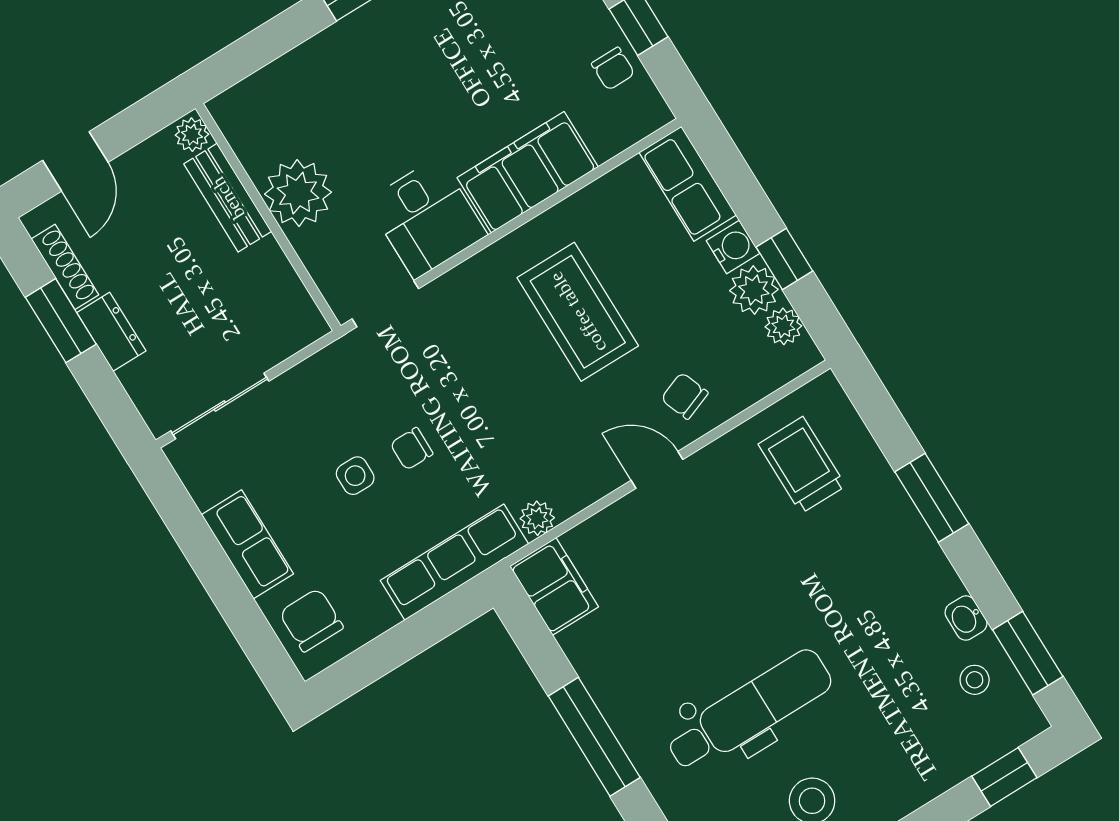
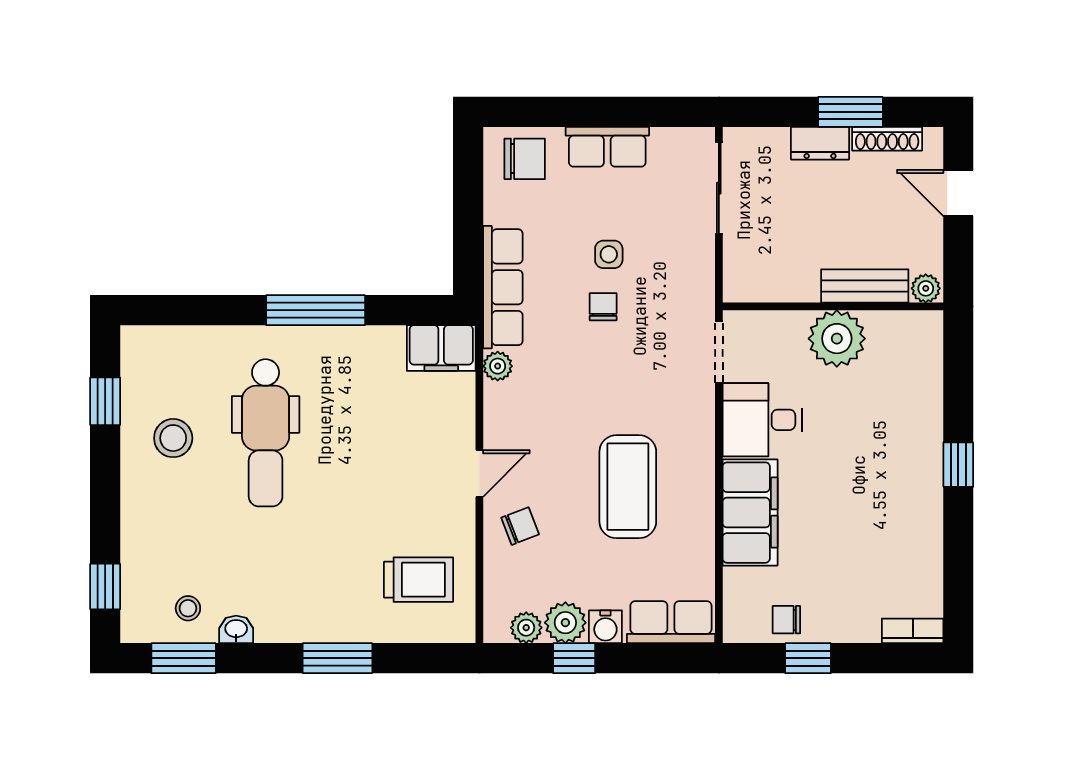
coffee table: (578, 312) -> (628, 487), turned 90

